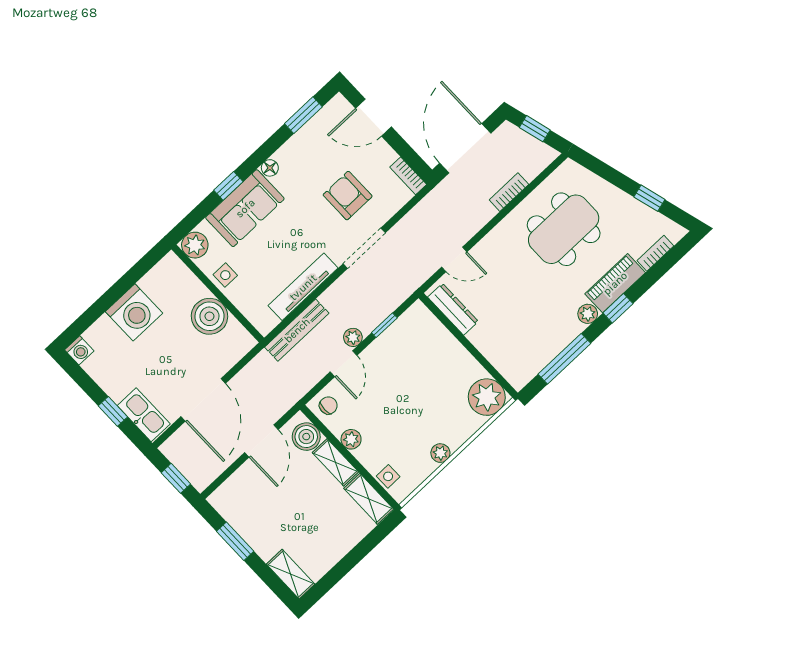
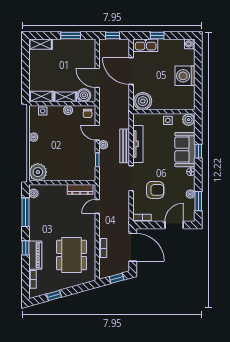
plant: (304, 137) -> (190, 194), added
plant: (588, 314) -> (34, 193), moved
boiler: (209, 316) -> (143, 101), moved
bench: (297, 330) -> (125, 146), moved

